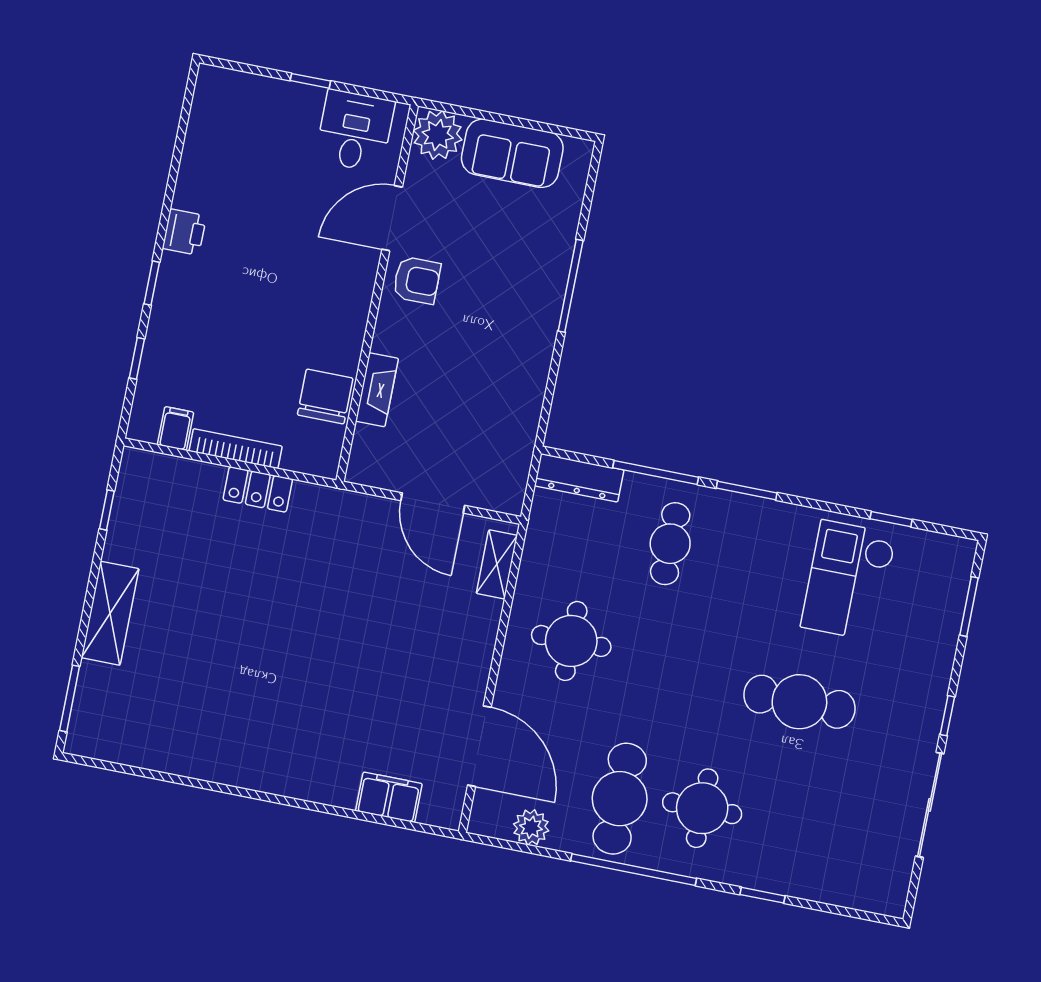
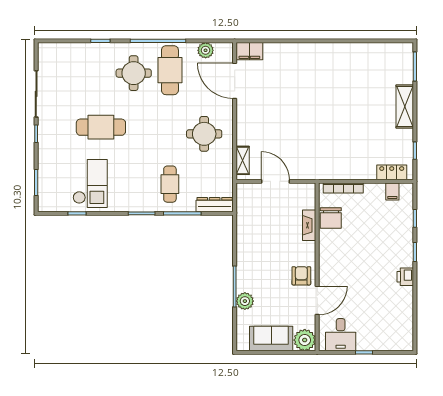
plant: (554, 249) -> (245, 301), added
armchair: (417, 280) -> (301, 276), turned 90
bookcase: (236, 449) -> (343, 188), moved
locker: (258, 489) -> (392, 172), moved
filing cabinet: (389, 797) -> (249, 51), moved

